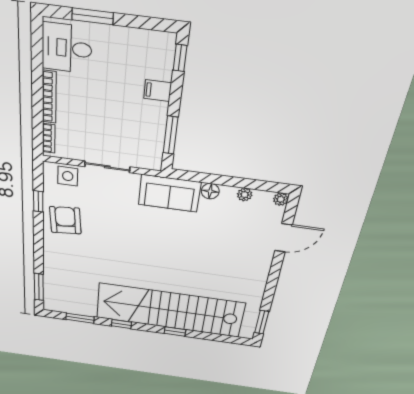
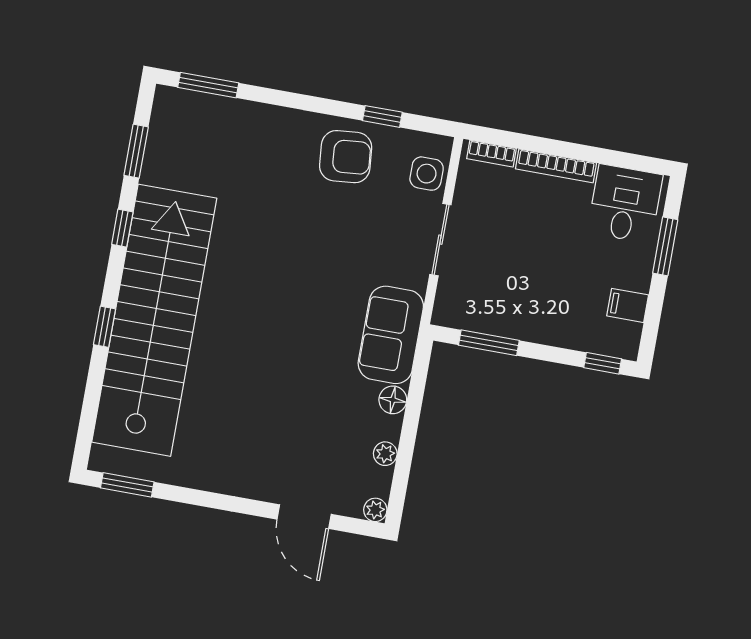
filing cabinet: (158, 91) -> (628, 305), moved, turned -90

